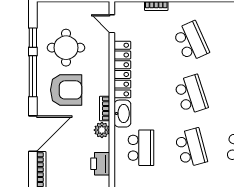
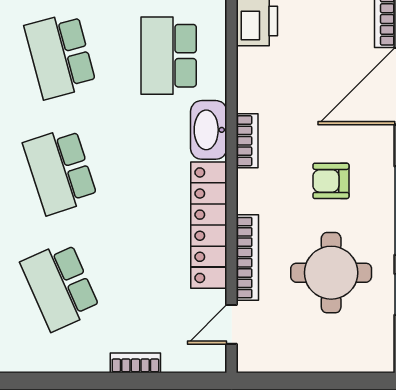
door: (112, 24) -> (232, 324), swing flipped
bookcase: (105, 55) -> (247, 258), added
armchair: (66, 90) -> (331, 181), width x0.53, depth x0.53
plant: (102, 130) -> (253, 94), removed

